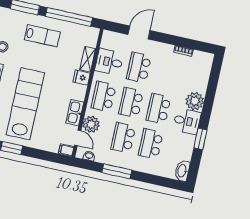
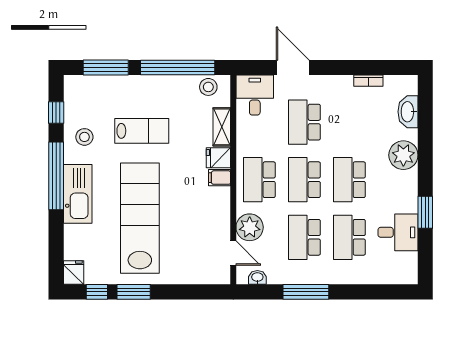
door: (139, 32) -> (293, 67), hinge flipped
stool: (85, 33) -> (208, 87), added
lab bench: (42, 36) -> (142, 131), moved
desk: (109, 62) -> (255, 95), moved, turned 90
kitchen sink: (75, 113) -> (220, 215), removed
desk: (187, 121) -> (398, 232), moved
filing cabinet: (66, 150) -> (220, 178), moved
washbasin: (182, 171) -> (408, 112), moved

